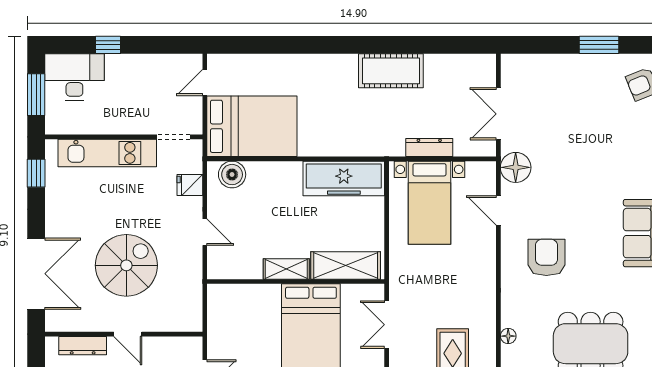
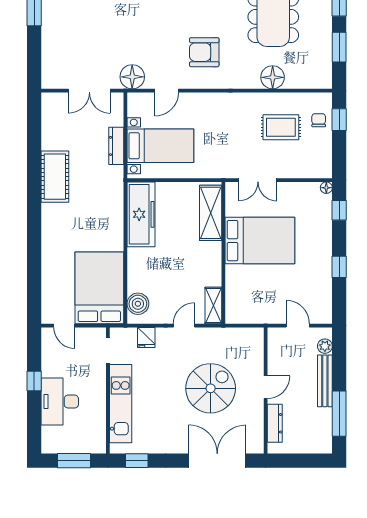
window: (108, 45) -> (34, 381), moved
desk: (74, 77) -> (60, 402), moved
spiral stairs: (126, 265) -> (211, 388), turned 90
shelving: (286, 269) -> (213, 305), moved
floor lamp: (508, 336) -> (273, 77), width x1.89, depth x1.89

